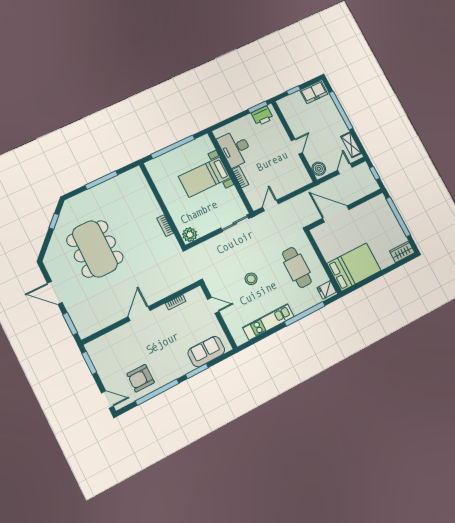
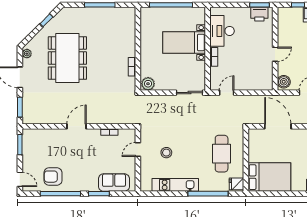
plant: (50, 265) -> (27, 54), added
stool: (251, 279) -> (166, 153), moved
door: (213, 305) -> (138, 149), swing flipped

